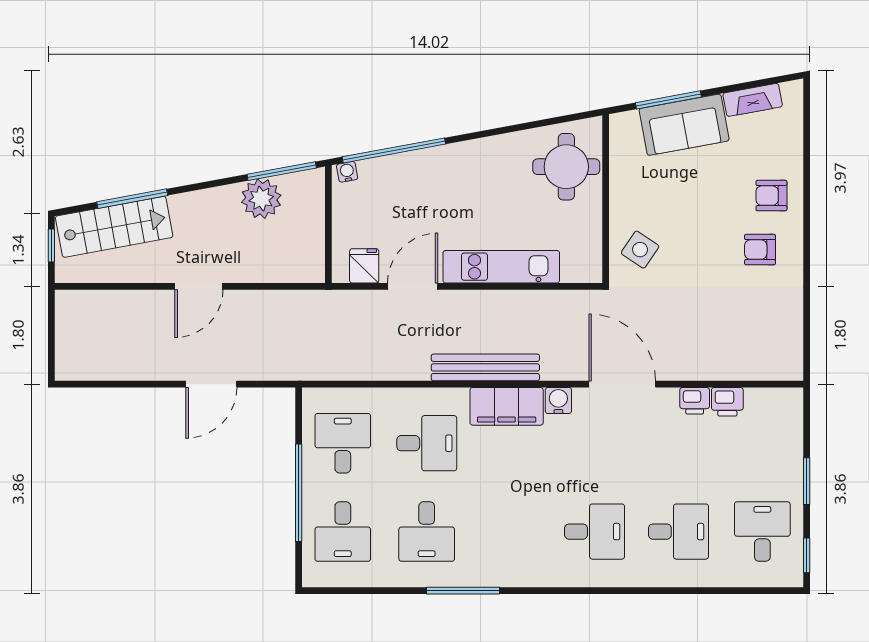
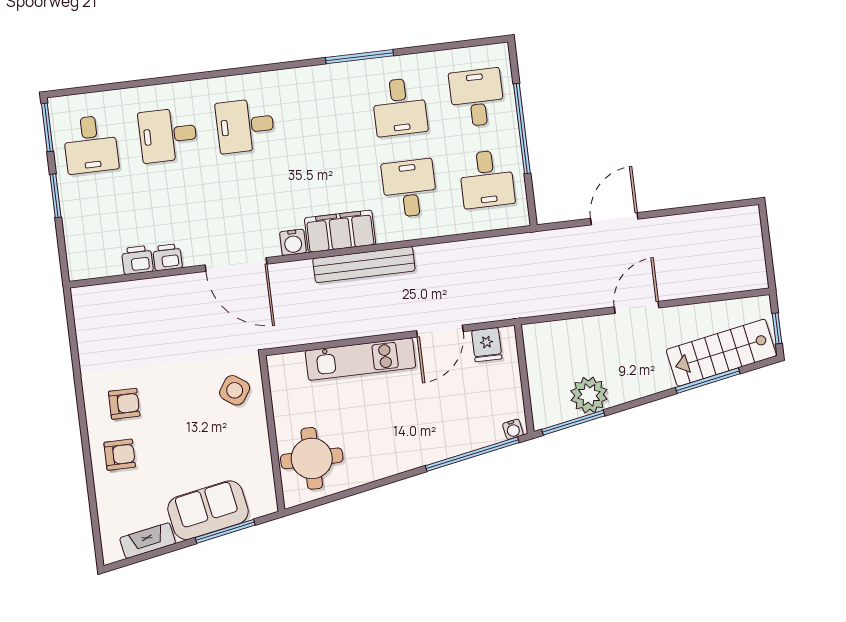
desk: (427, 443) -> (409, 188), turned 90
desk: (427, 532) -> (400, 107), turned 180
window: (807, 555) -> (47, 127), width x1.50

